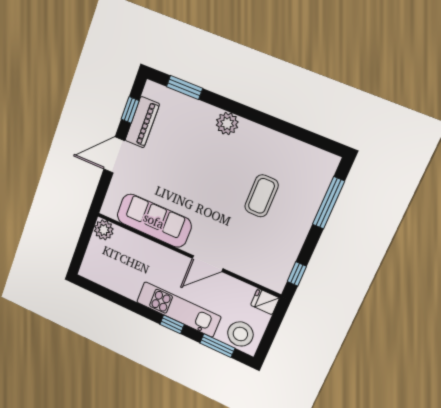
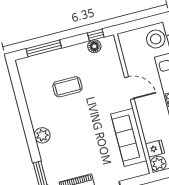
floor lamp: (285, 262) -> (94, 46), added
fridge: (265, 302) -> (155, 149), moved, turned -90

